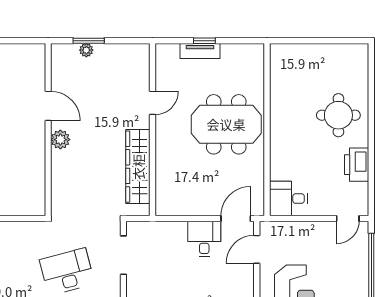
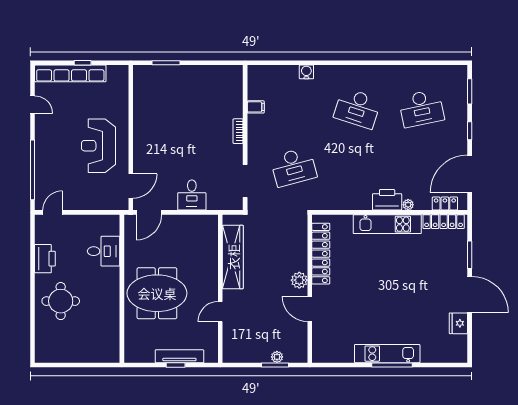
tv unit: (200, 51) -> (179, 356), width x1.41
locker: (35, 171) -> (321, 254), added
desk: (288, 199) -> (104, 251), moved
desk: (204, 239) -> (192, 195), moved

